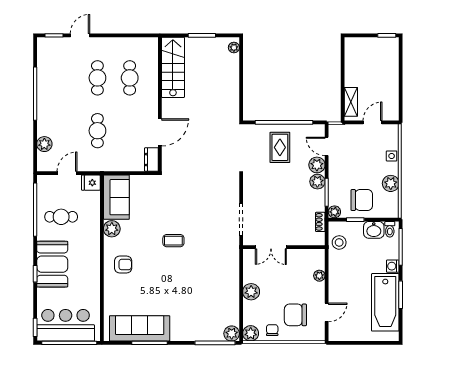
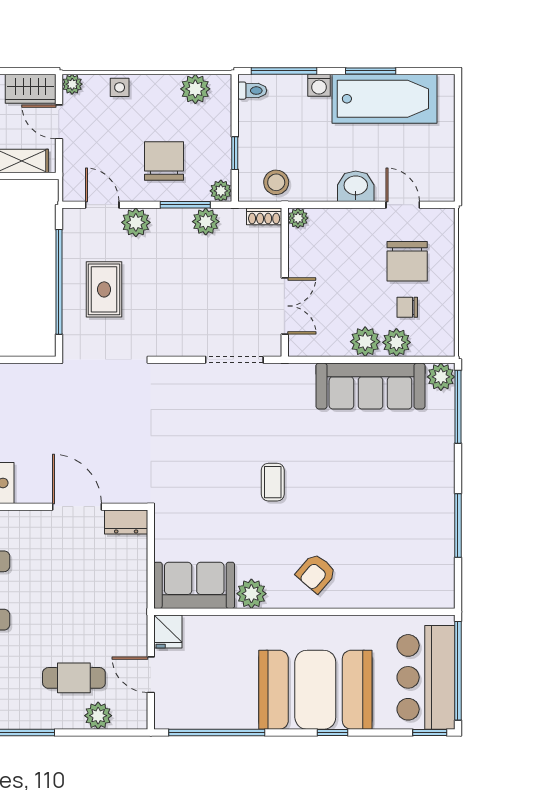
wardrobe: (391, 107) -> (31, 89), added
plant: (393, 130) -> (72, 84), added
cafe table: (97, 131) -> (74, 678), moved
door: (327, 146) -> (102, 205), swing flipped
rug: (280, 147) -> (104, 289), turned 90
plant: (317, 182) -> (206, 222), moved
plant: (391, 183) -> (195, 89), moved
chair: (362, 200) -> (164, 161), moved
cafe table: (61, 217) -> (230, 685), removed
shoe rack: (320, 222) -> (264, 216), moved
washbasin: (374, 230) -> (356, 186), moved, turned -90
booth: (52, 264) -> (315, 690), width x1.36, depth x1.42
armchair: (123, 265) -> (316, 573), turned -139
plant: (319, 276) -> (298, 218), moved
sofa: (140, 328) -> (370, 386), moved, turned -90
chair: (272, 330) -> (407, 307), moved
plant: (251, 333) -> (396, 342), moved

